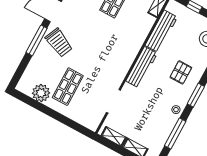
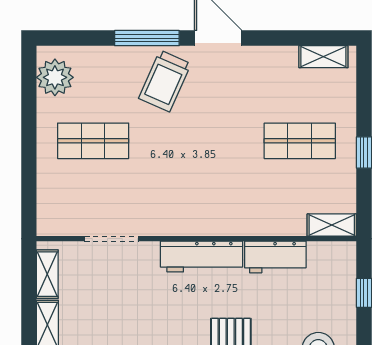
workbench: (161, 31) -> (275, 257), width x0.73
plant: (41, 93) -> (55, 77), moved

